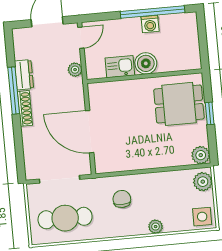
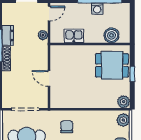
boiler: (146, 63) -> (111, 35), moved
door: (90, 132) -> (49, 79), width x0.53

